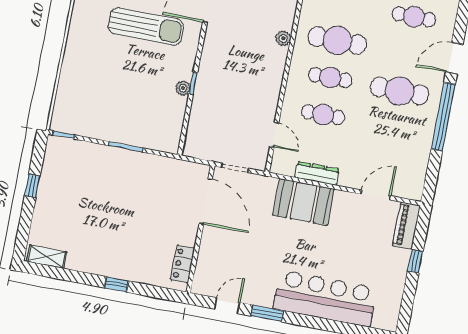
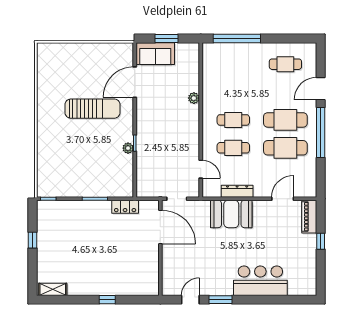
cafe table: (337, 40) -> (285, 148), moved
locker: (183, 264) -> (125, 207), moved, turned -90
bar counter: (325, 298) -> (260, 281), width x0.73

